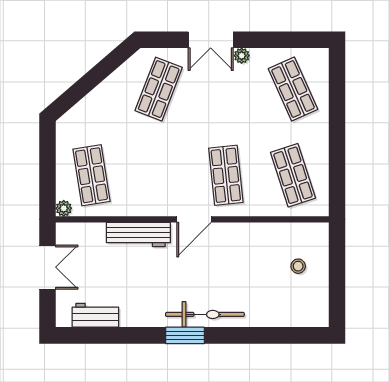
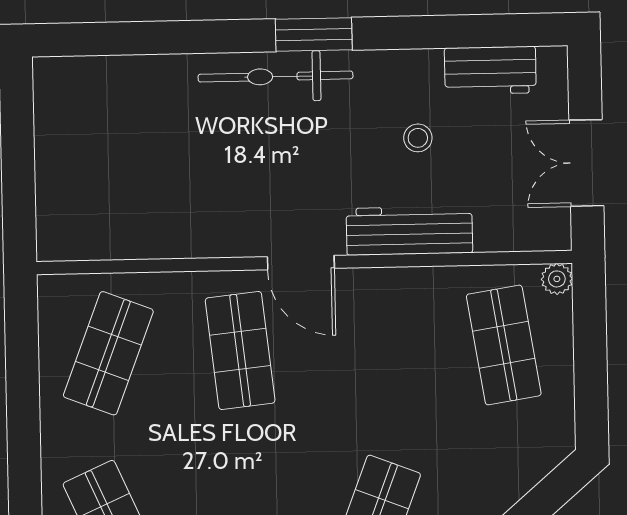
shop shelf: (293, 175) -> (108, 353), turned 39
door: (194, 219) -> (301, 263), swing flipped
stool: (298, 266) -> (418, 138), moved

